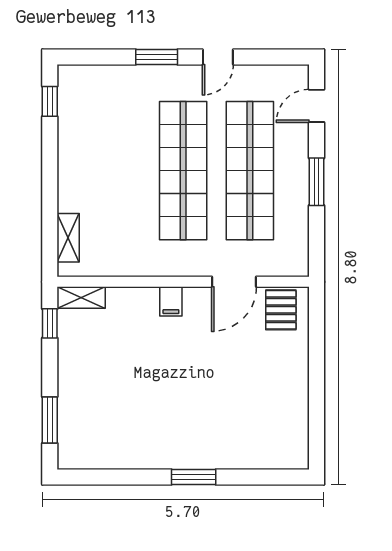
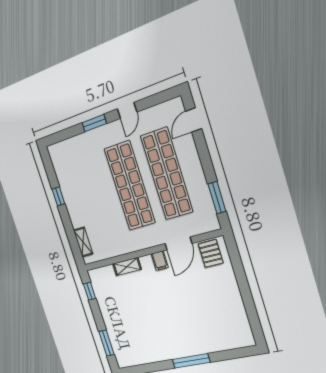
window: (50, 101) -> (58, 196), moved
window: (317, 182) -> (217, 198), moved
shelving: (81, 298) -> (127, 267), moved
filing cabinet: (171, 301) -> (160, 261), moved
window: (194, 477) -> (191, 361), width x1.44

